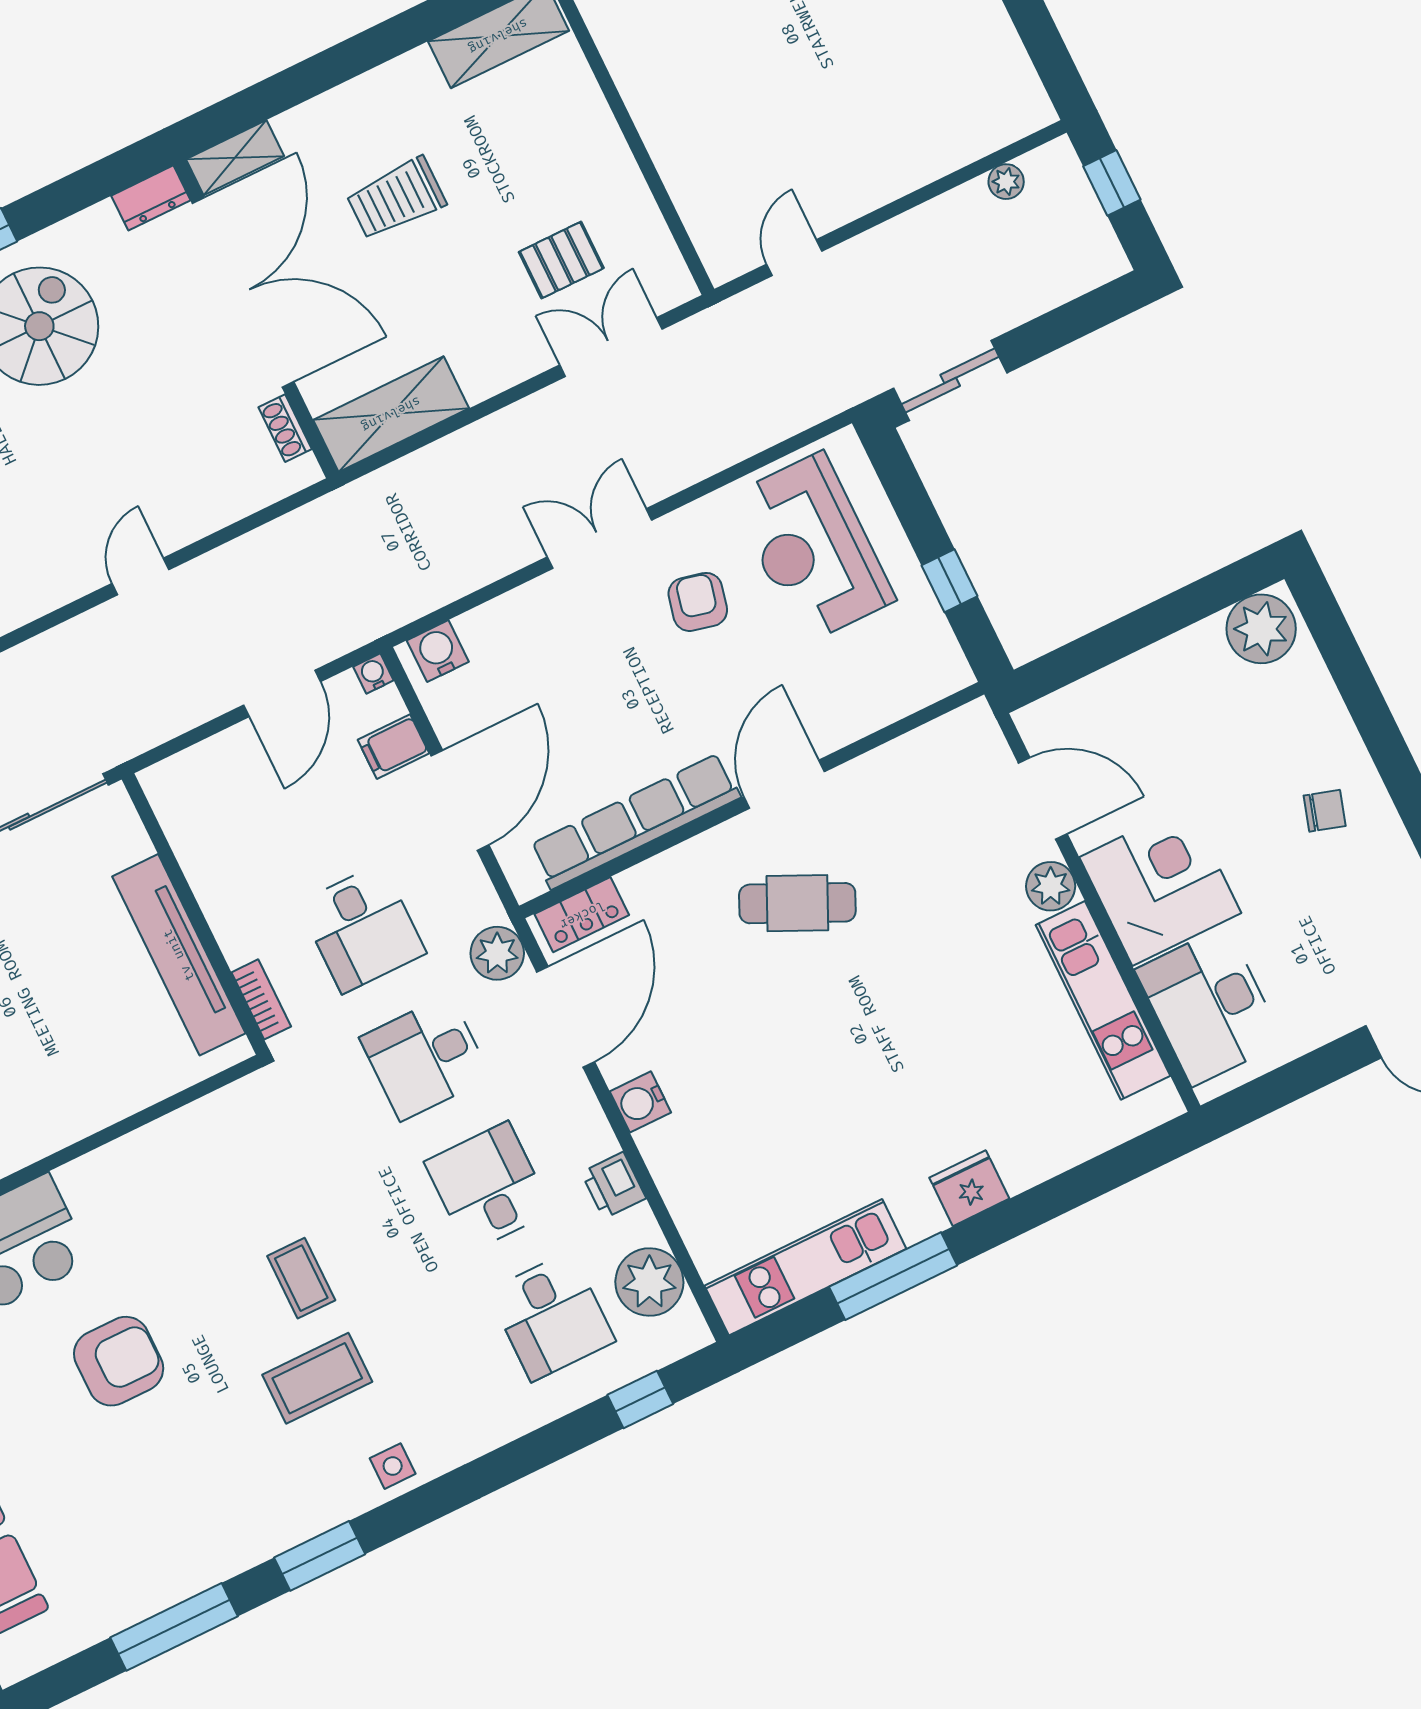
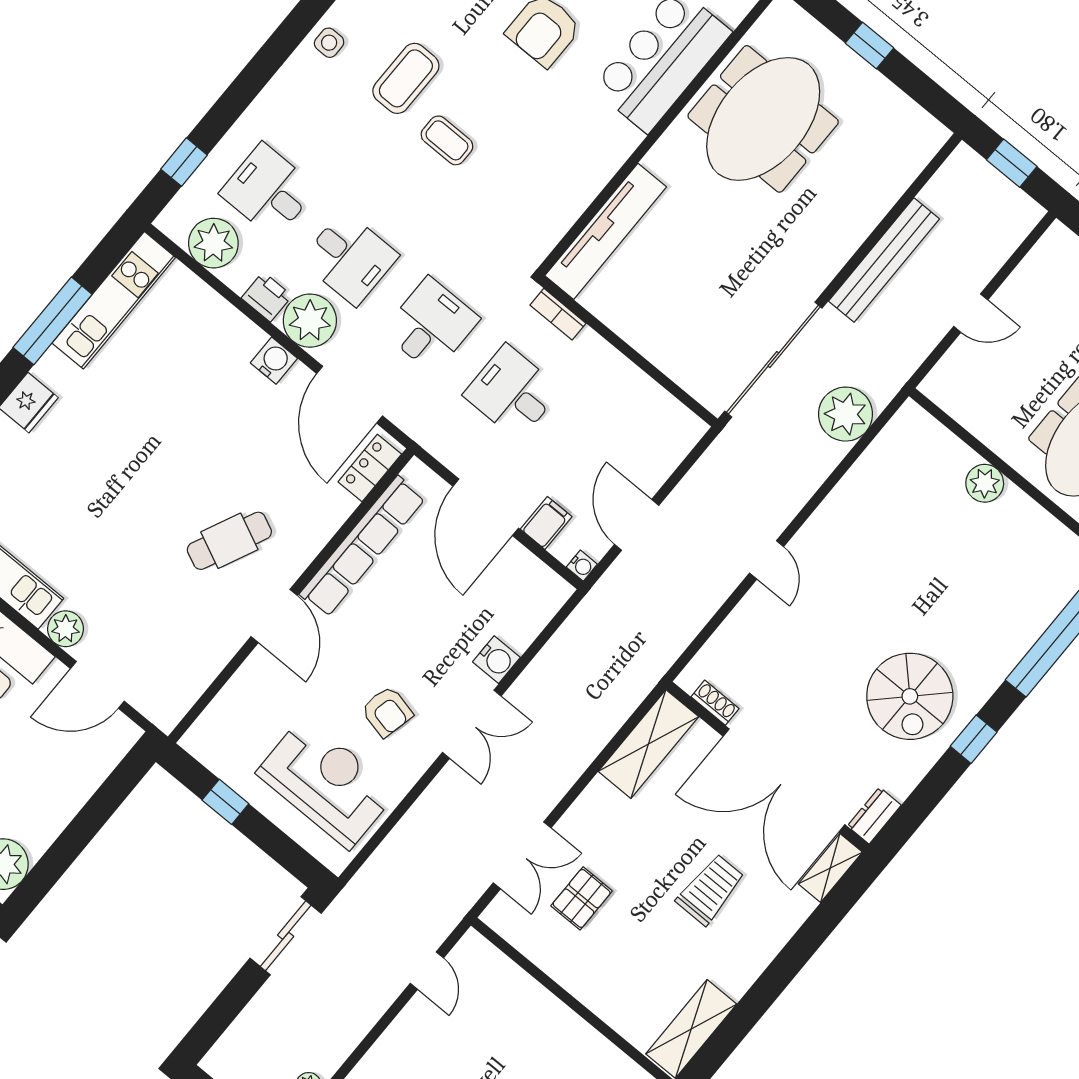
water cooler: (438, 651) -> (496, 660), moved
plant: (497, 953) -> (310, 321), moved, width x1.36, depth x1.36
tv unit: (179, 955) -> (606, 231), moved, turned 90

